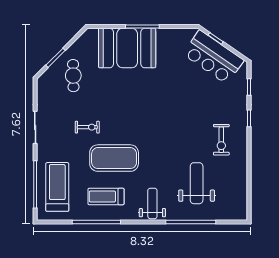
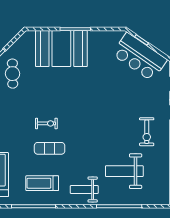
exercise bike: (87, 127) -> (46, 123), moved
exercise mat: (114, 158) -> (50, 148), width x0.50, depth x0.69
weight bench: (197, 183) -> (124, 171), turned -90
weight bench: (152, 203) -> (84, 189), turned -90

